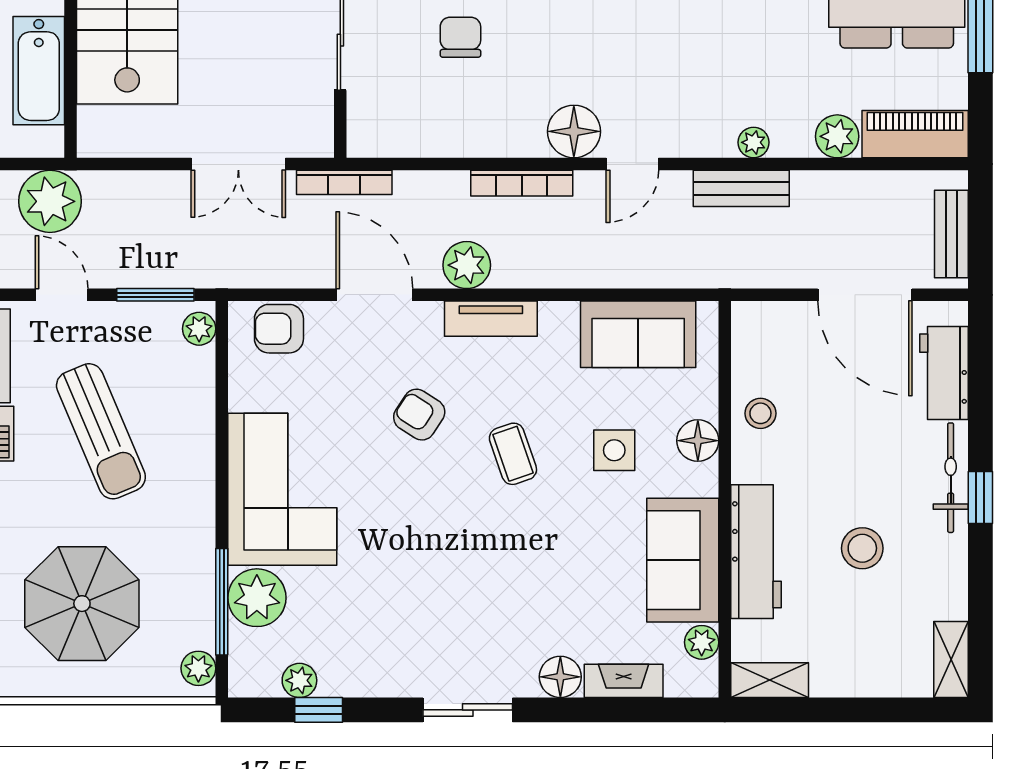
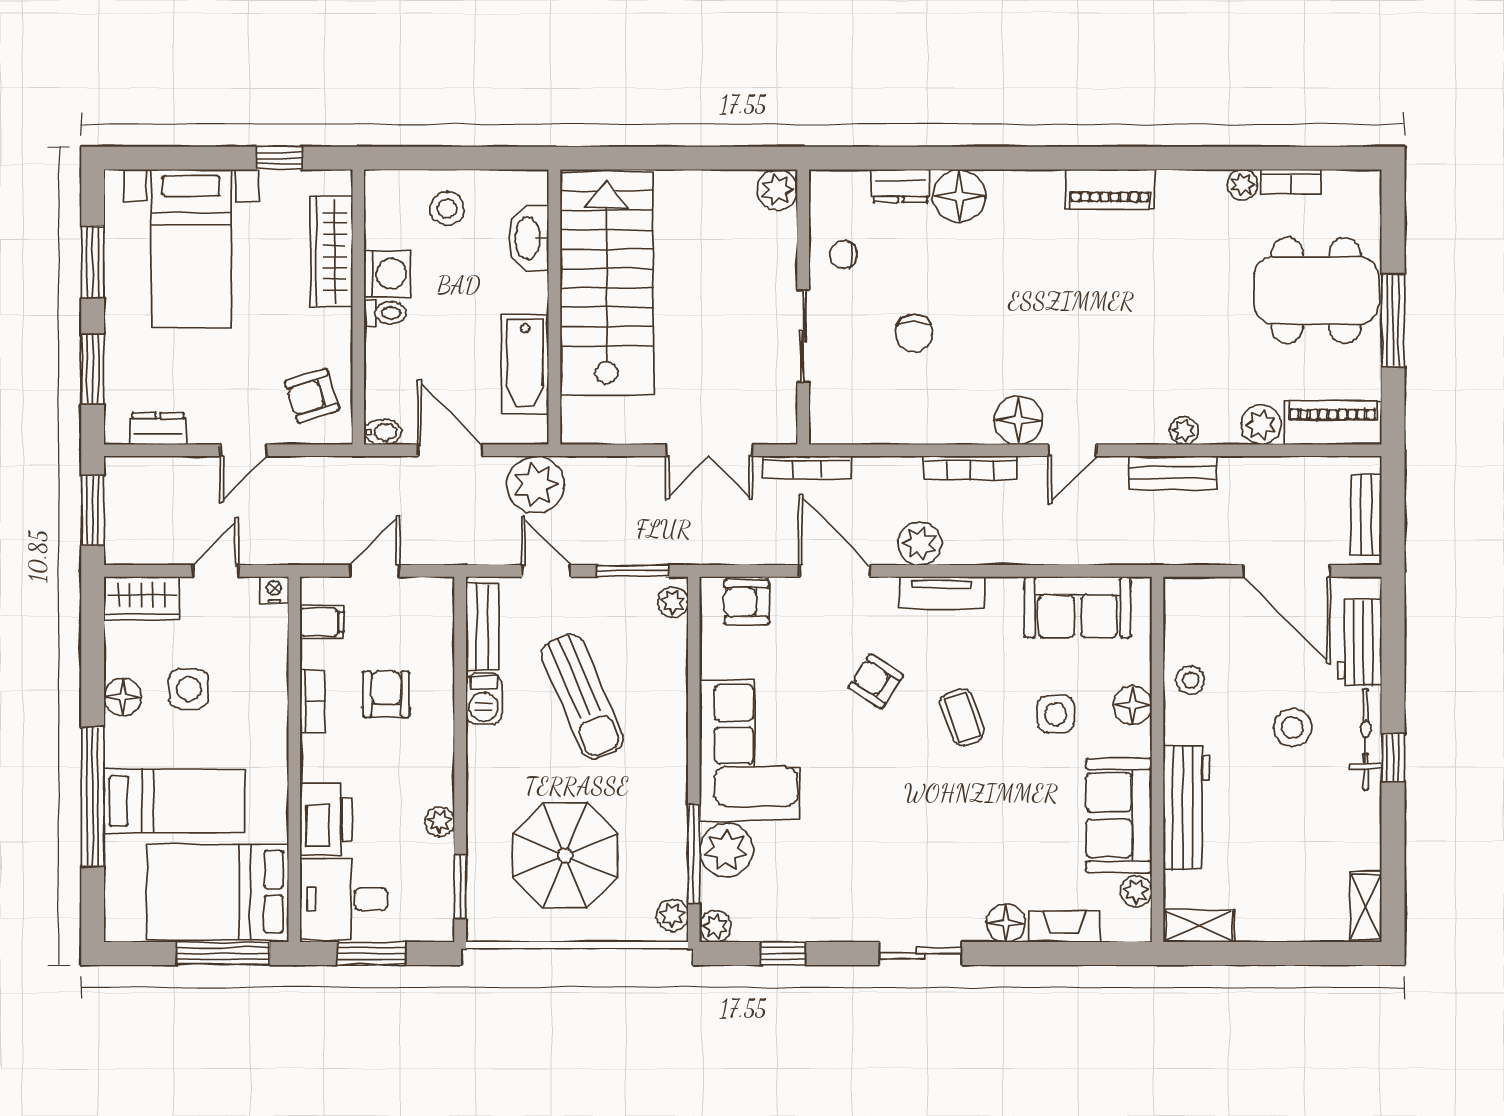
chair: (460, 37) -> (914, 333), turned 180
stool: (862, 548) -> (1293, 728), moved
plant: (299, 680) -> (715, 926), moved

